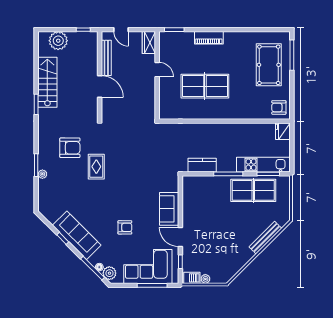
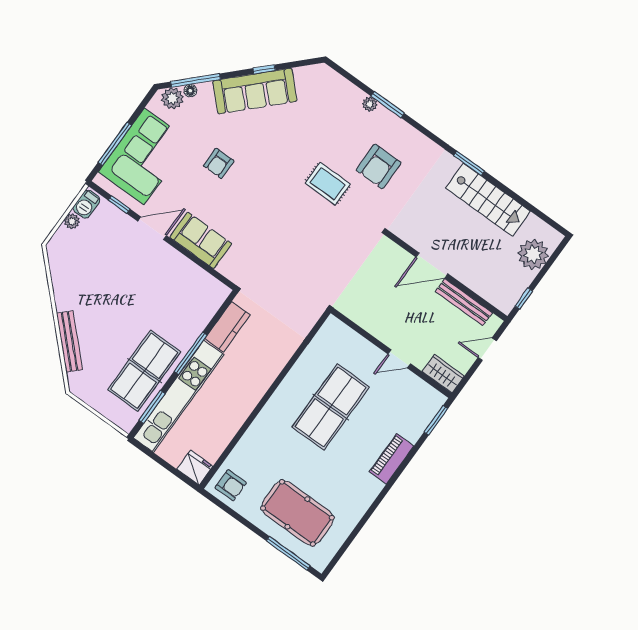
armchair: (279, 107) -> (231, 485), turned 90
kitchen unit: (263, 165) -> (179, 396), width x1.36

